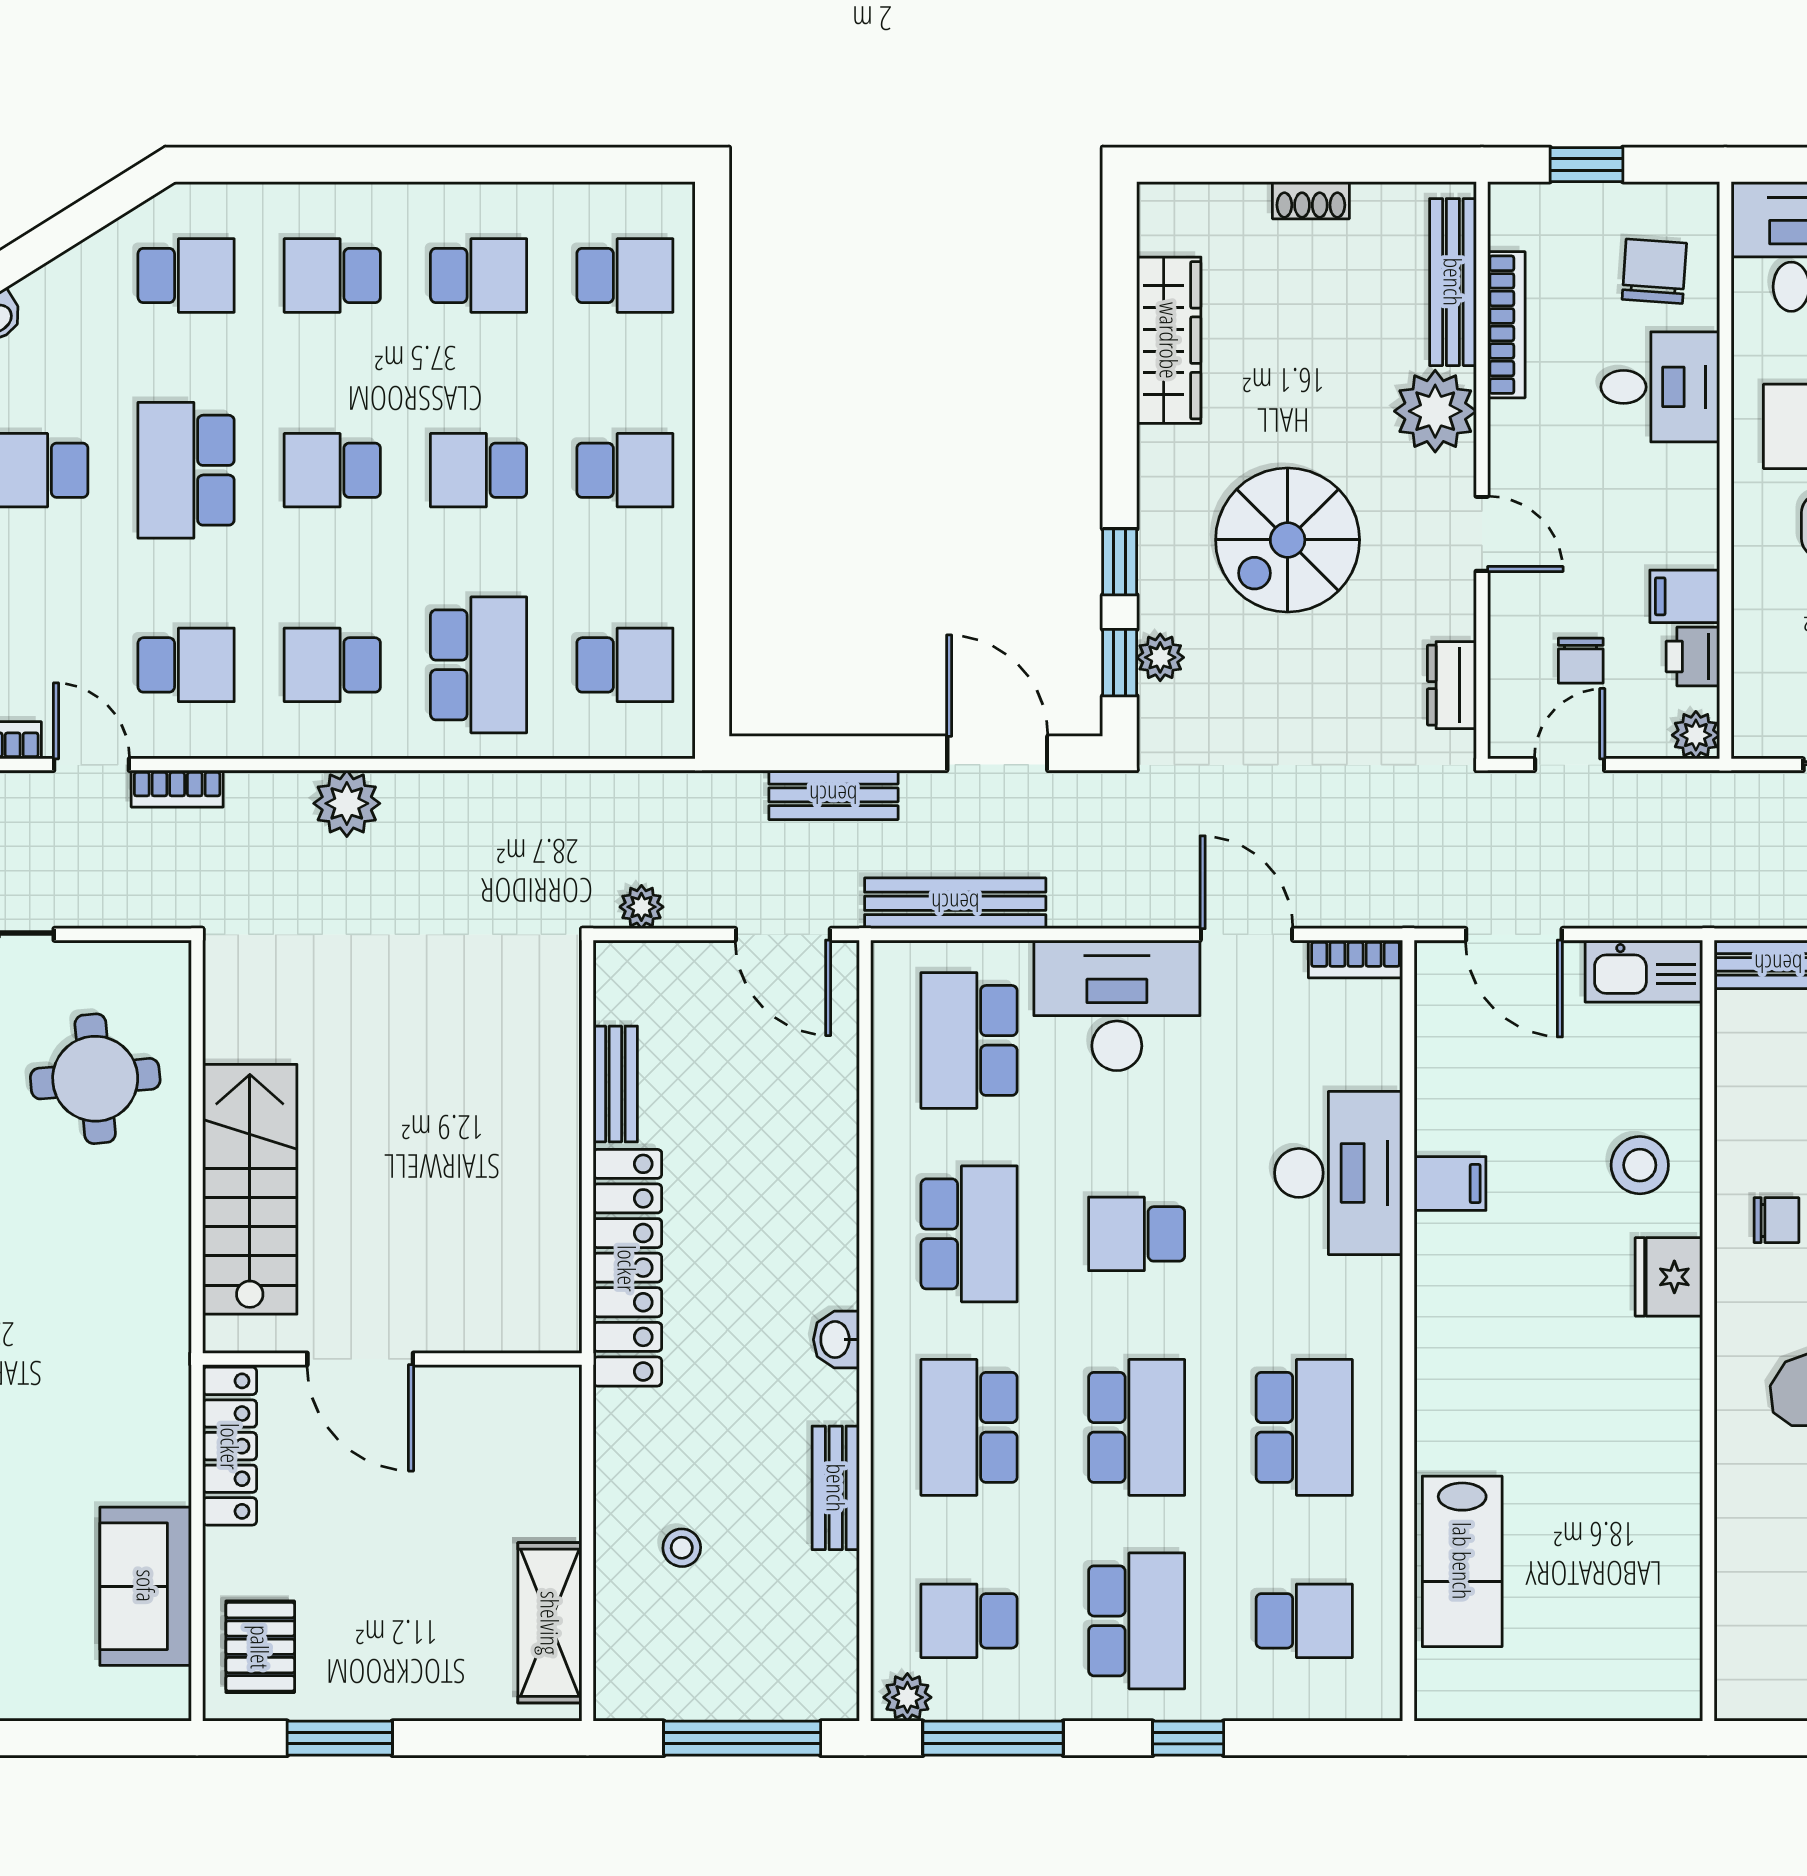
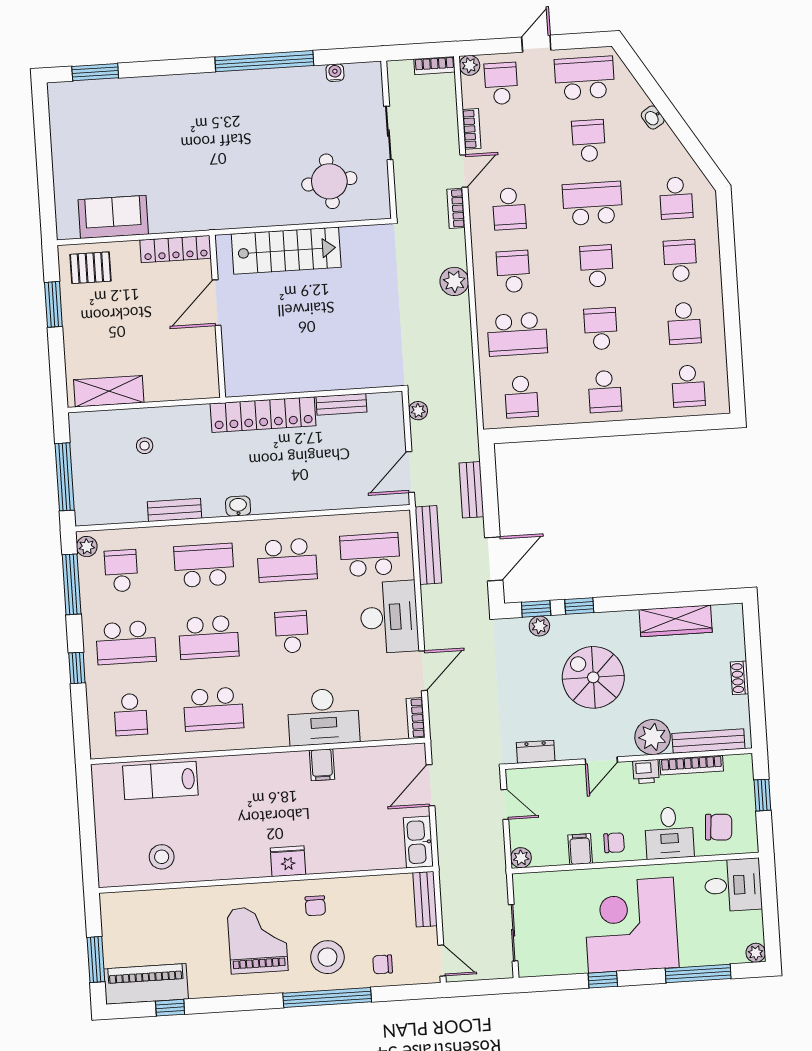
printer: (1693, 656) -> (646, 772), moved, turned 180
chair: (1581, 661) -> (614, 843), moved, turned 180
stool: (1640, 1165) -> (162, 857), moved

